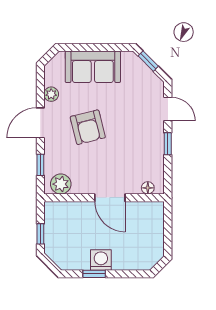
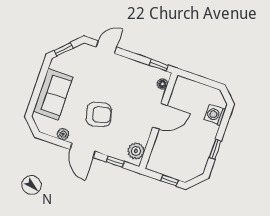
window: (168, 144) -> (159, 65), moved
washing machine: (101, 260) -> (215, 115), moved

